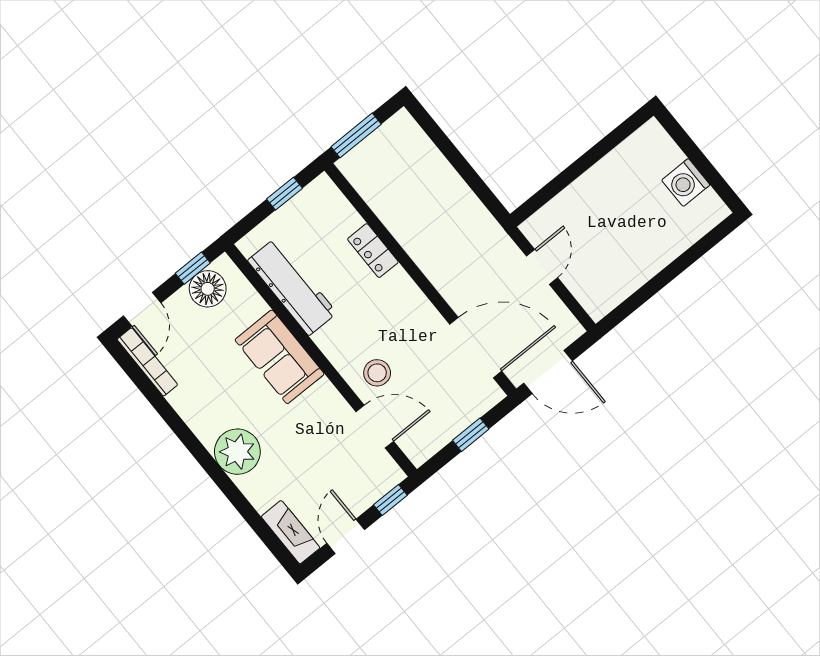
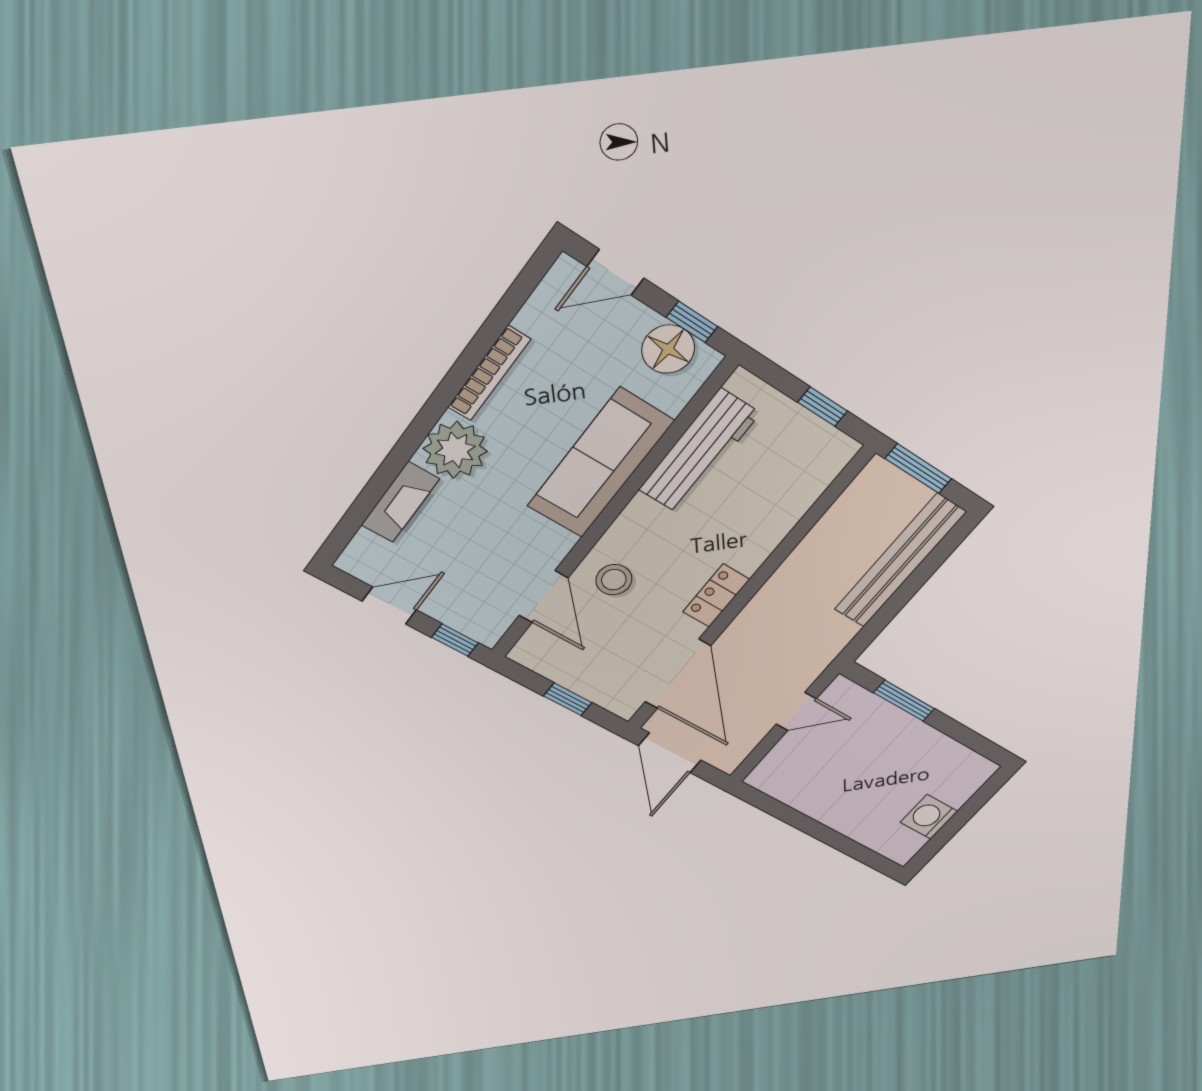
bench: (430, 162) -> (900, 561), added
window: (561, 182) -> (904, 701), added
locker: (373, 251) -> (716, 596), moved
sofa: (280, 357) -> (600, 463), width x1.36
bookcase: (147, 362) -> (489, 373), moved
fireplace: (291, 532) -> (400, 502), moved

